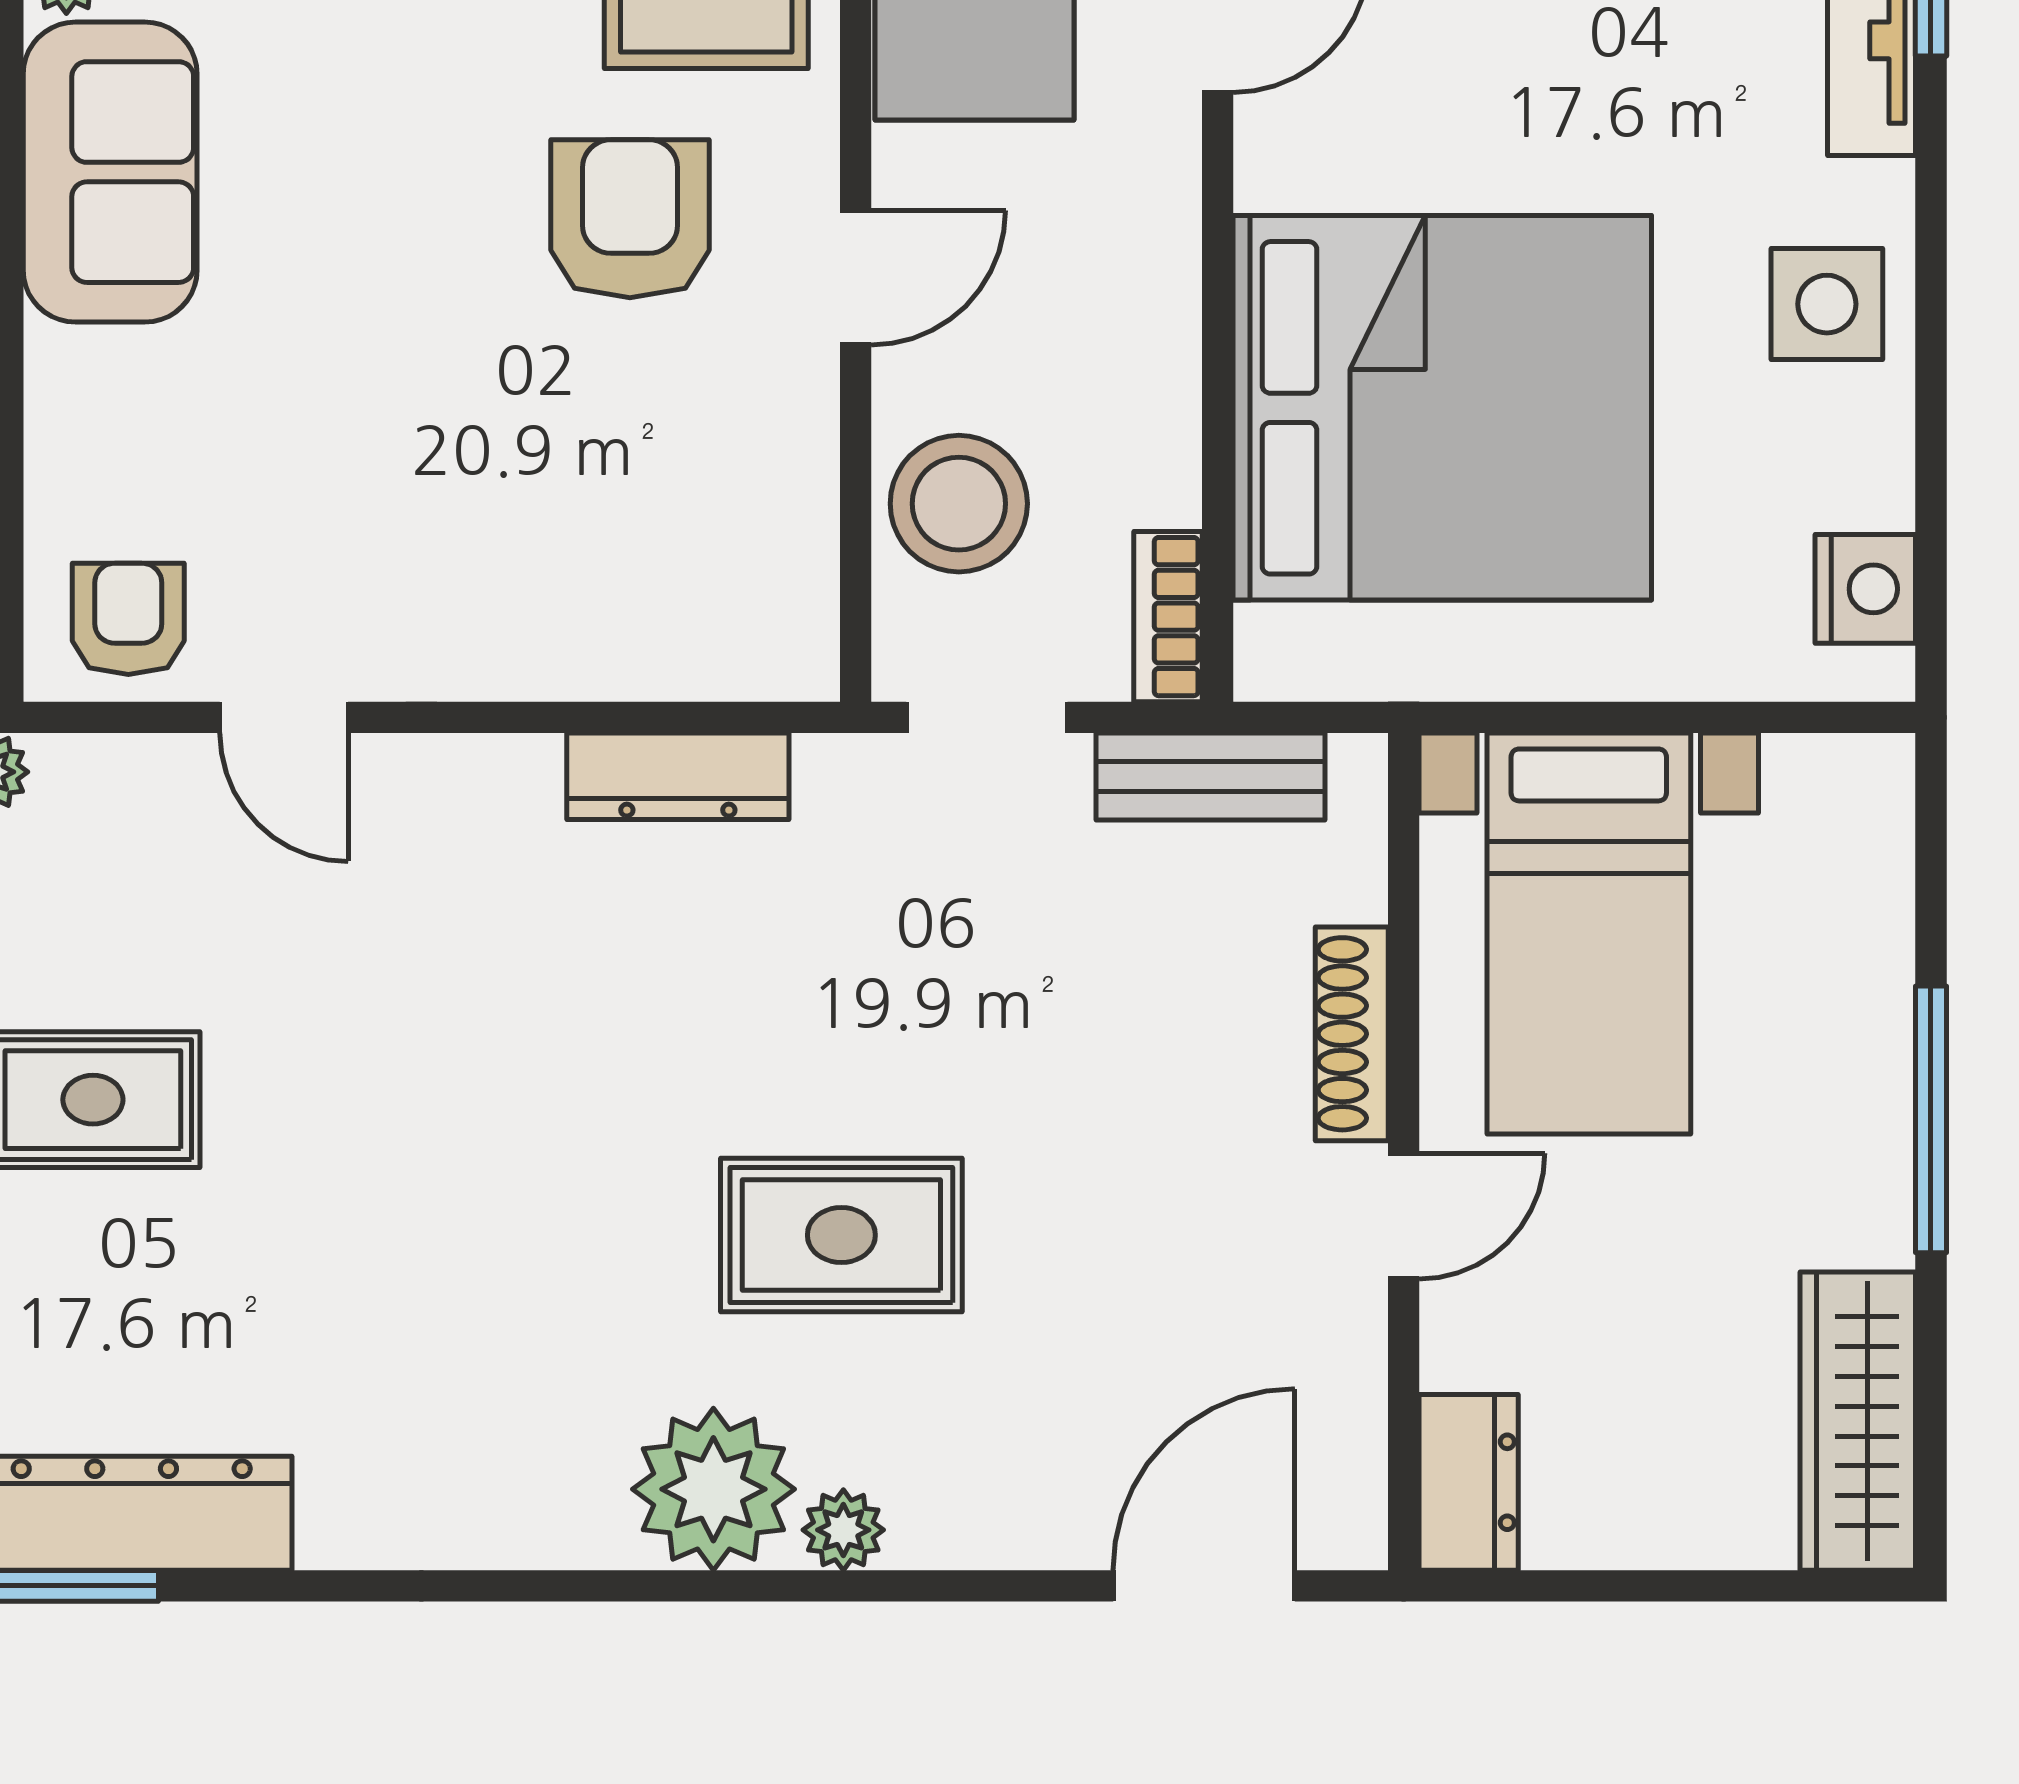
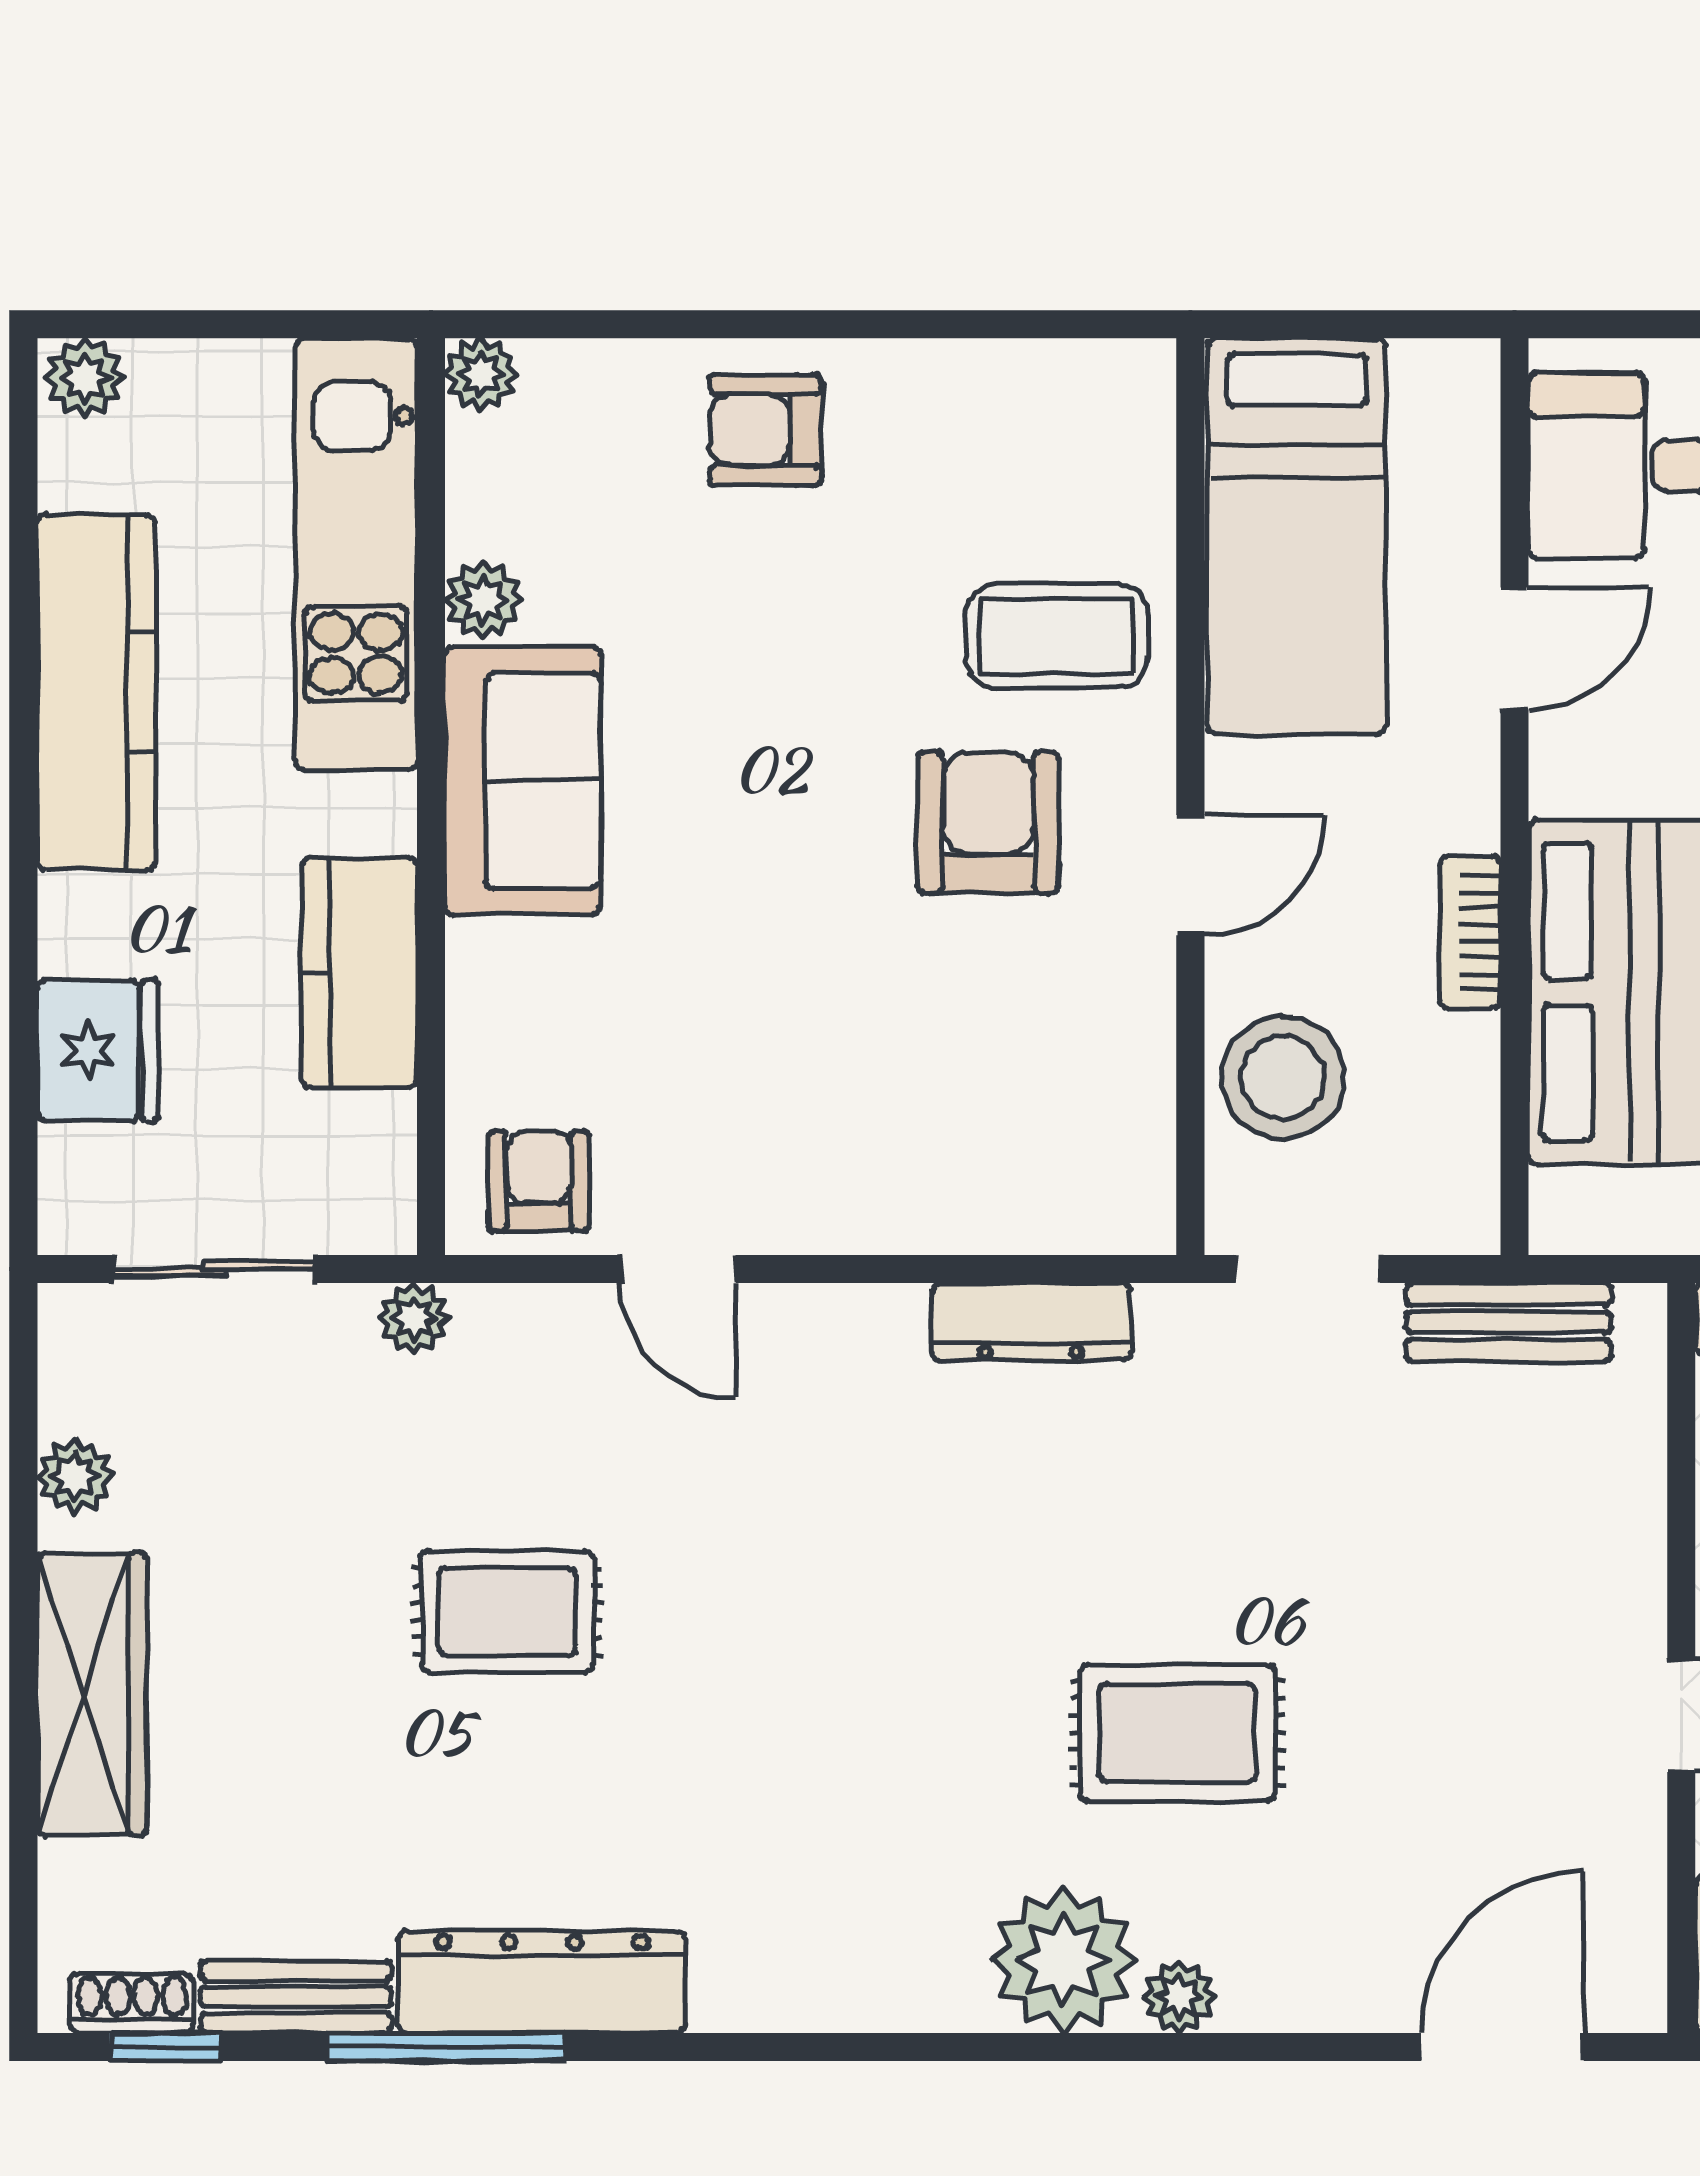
bookcase: (1168, 617) -> (1470, 932), moved
shoe rack: (1352, 1034) -> (1635, 1553), removed

